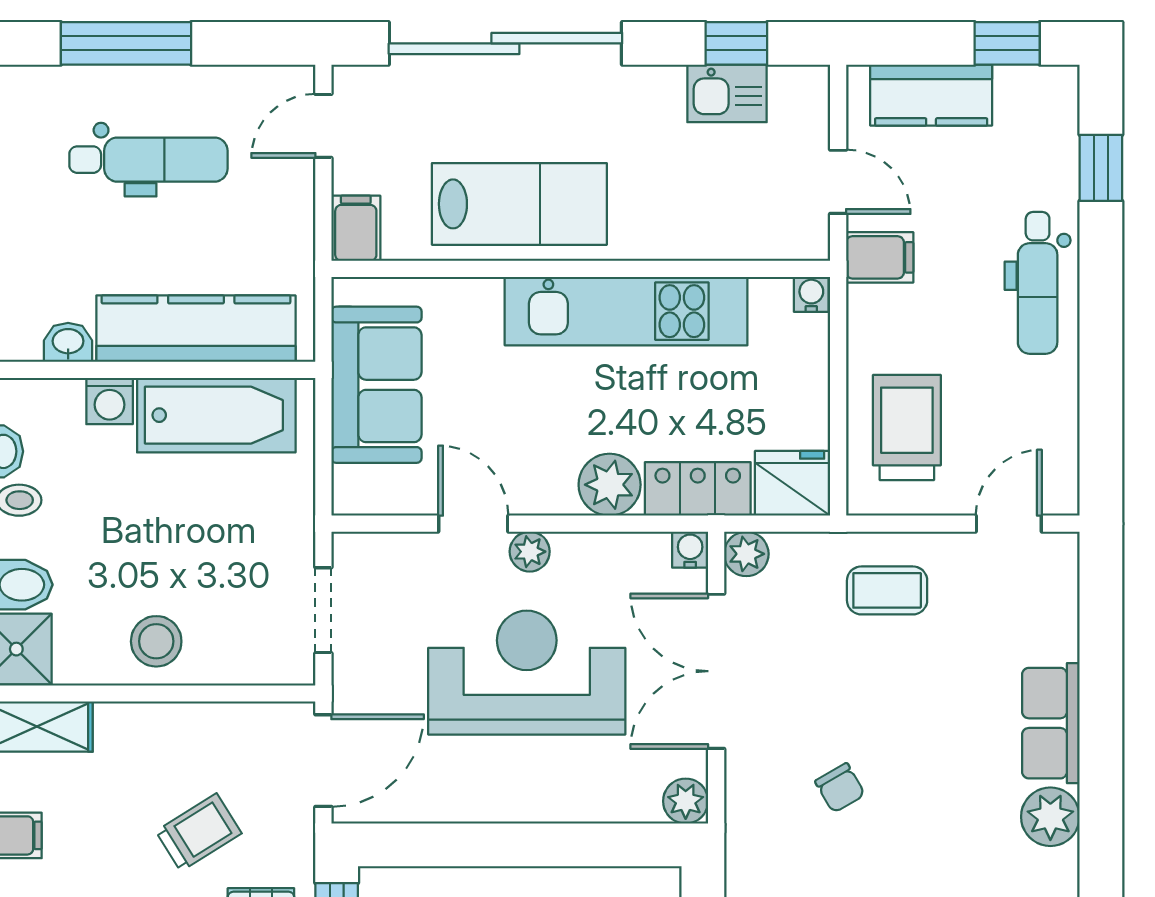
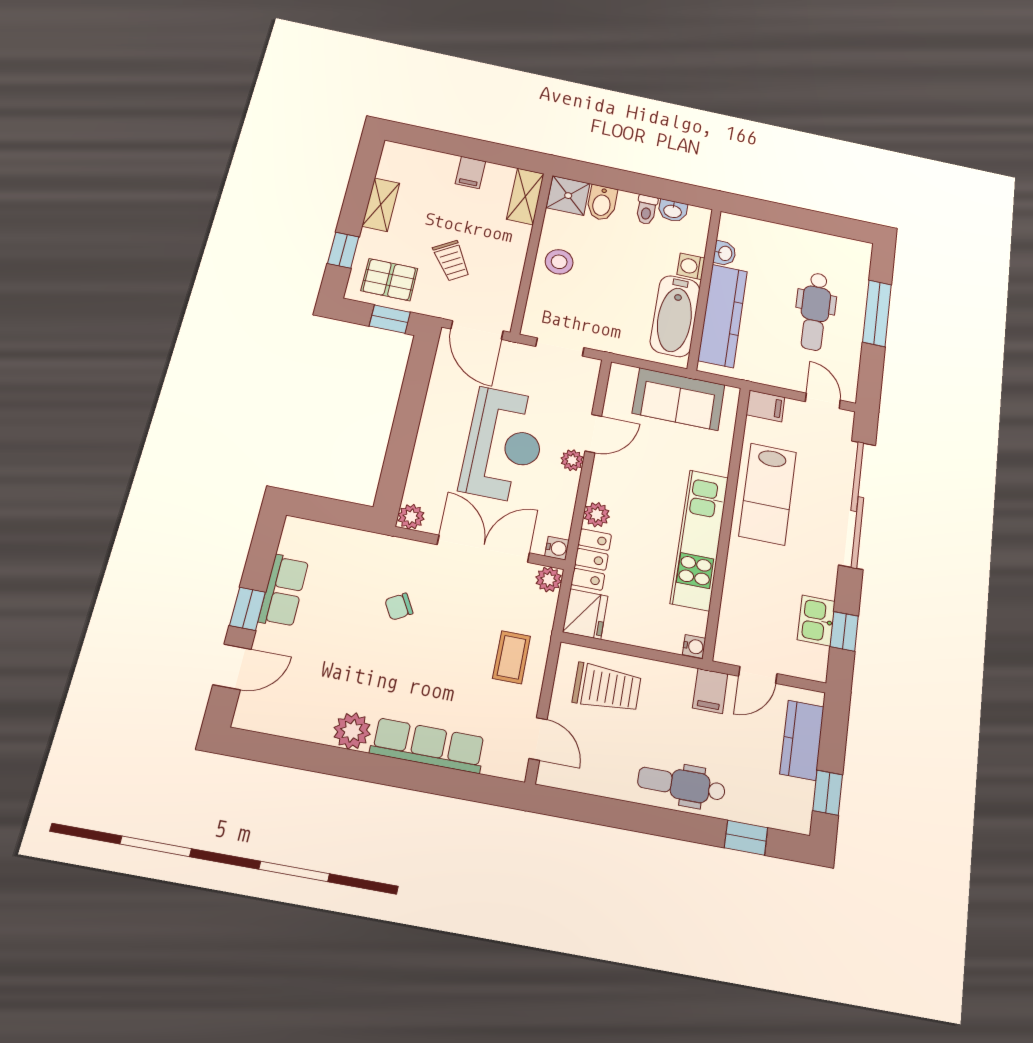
plant: (610, 485) -> (597, 515), width x0.73, depth x0.73
row of seats: (1051, 723) -> (428, 746), width x1.48

